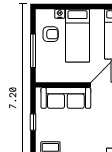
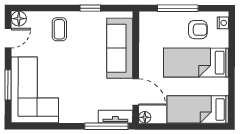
nightstand: (60, 14) -> (223, 23), moved
armchair: (51, 34) -> (198, 30), turned -90

